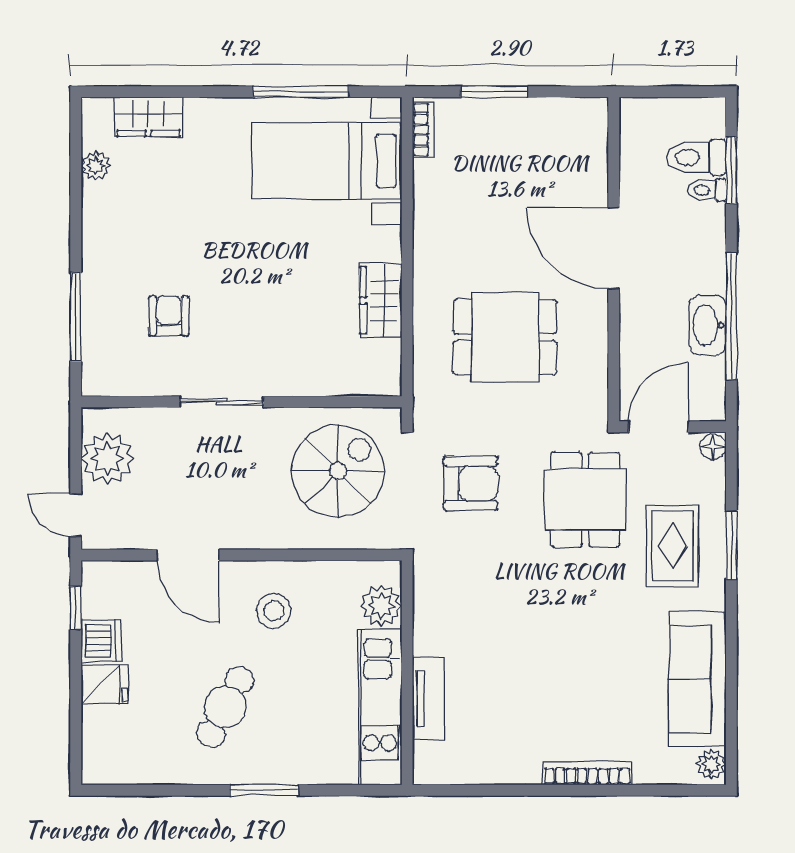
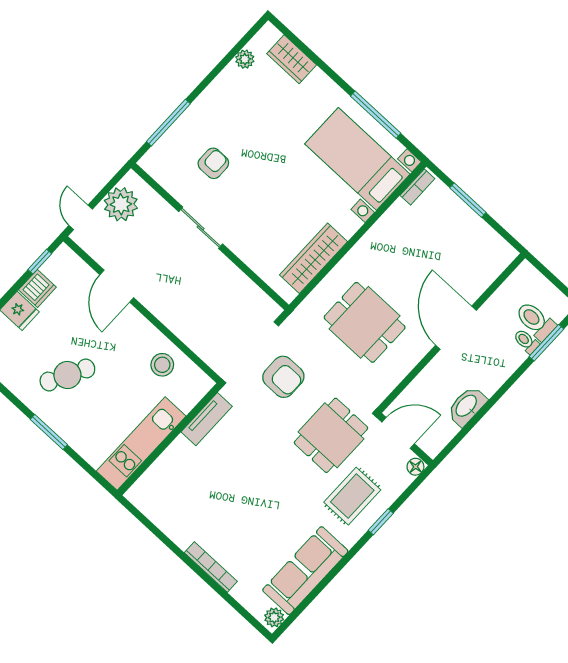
wardrobe: (381, 300) -> (313, 258), width x1.50
window: (731, 316) -> (482, 412), removed
spiral stairs: (338, 471) -> (226, 312), removed
window: (731, 545) -> (381, 522), width x0.67
plant: (381, 606) -> (187, 396), removed
stool: (274, 611) -> (162, 365), moved
tv unit: (428, 699) -> (207, 419), moved

